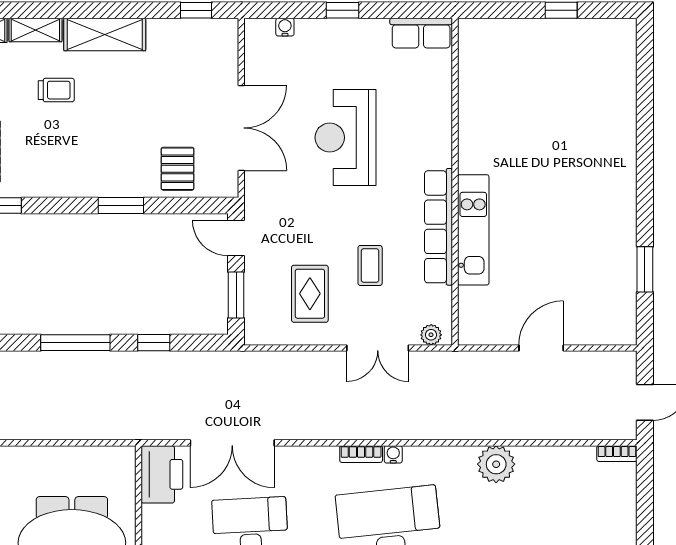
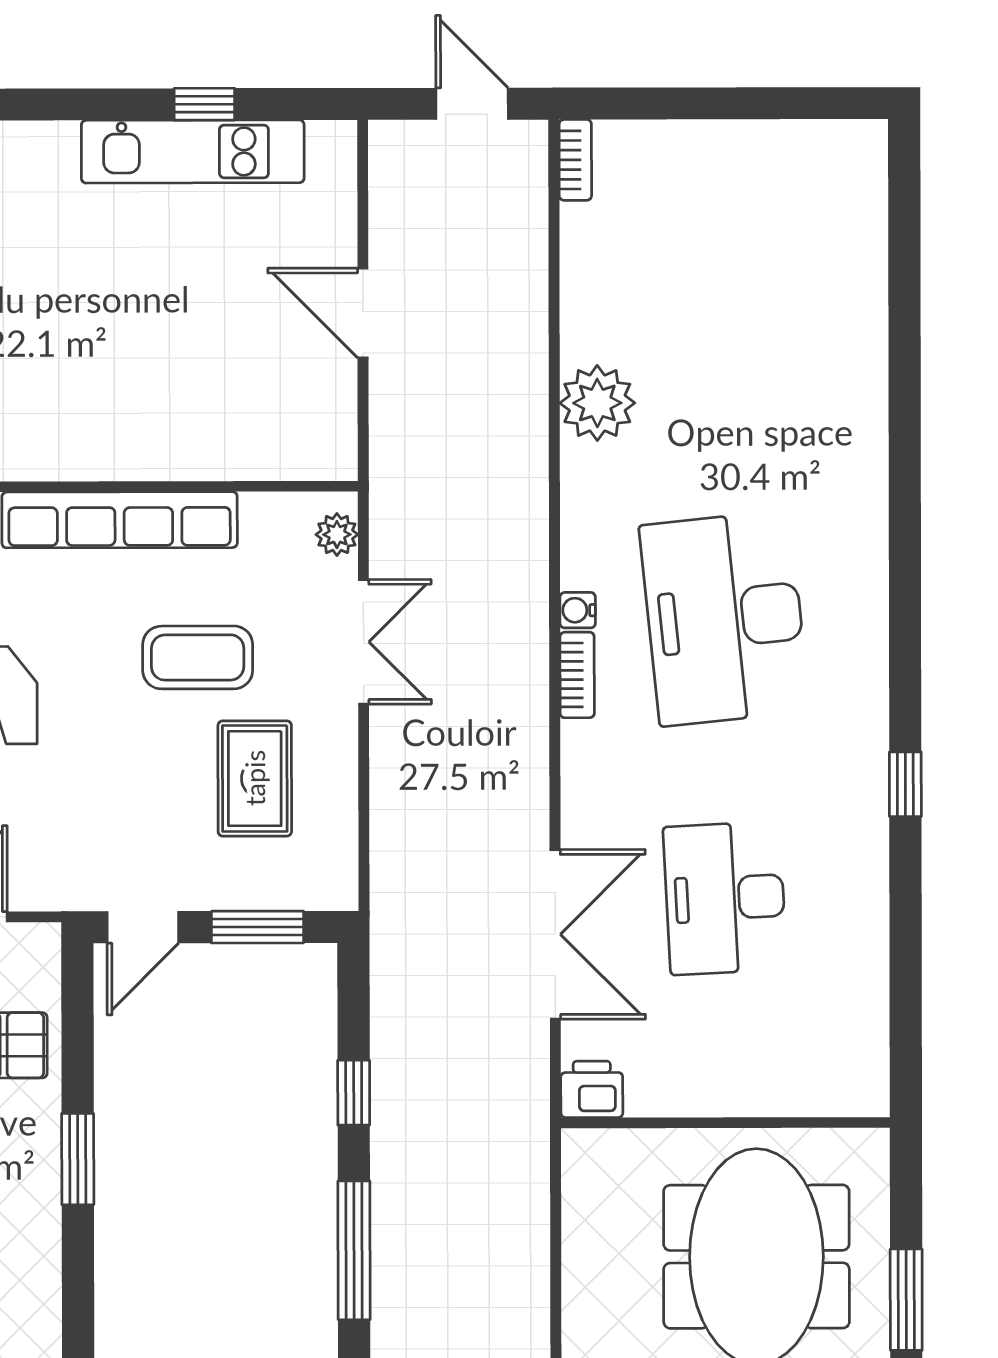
kitchen unit: (473, 230) -> (193, 152), moved, turned 180
coffee table: (370, 265) -> (198, 657), width x1.36, depth x1.30
window: (645, 269) -> (204, 104), width x0.67
rug: (310, 294) -> (255, 778), turned 90
printer: (162, 474) -> (592, 1089), width x0.53, depth x0.68

